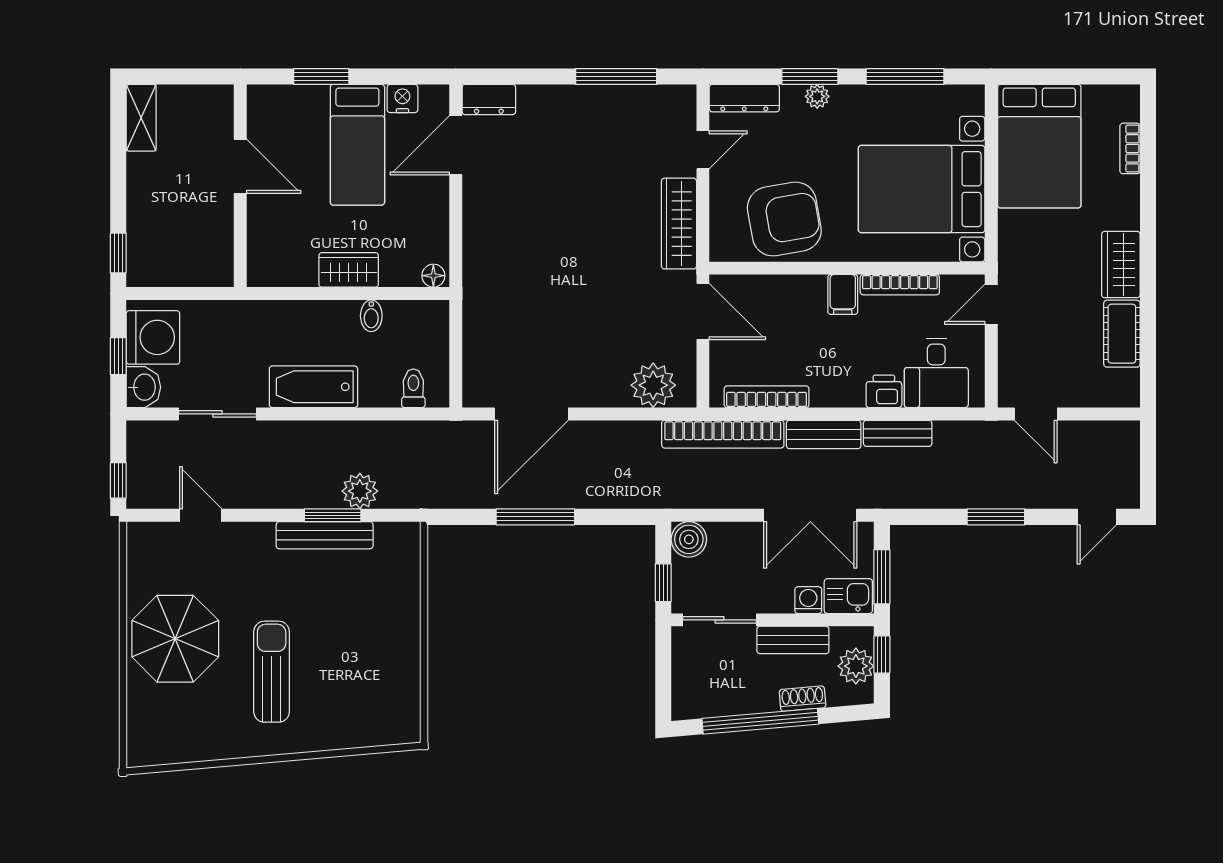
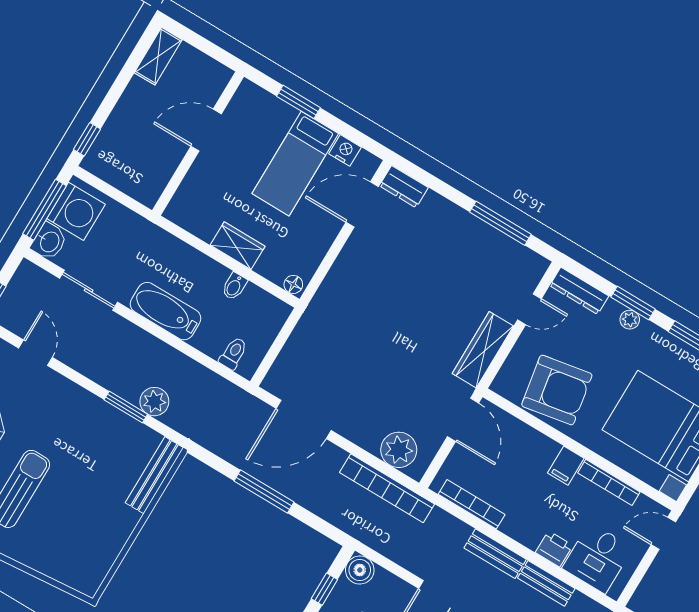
door: (240, 166) -> (206, 130), swing flipped
window: (118, 356) -> (45, 210), width x2.17
bookcase: (723, 434) -> (387, 488), moved
bench: (325, 535) -> (154, 475), moved, turned 90

